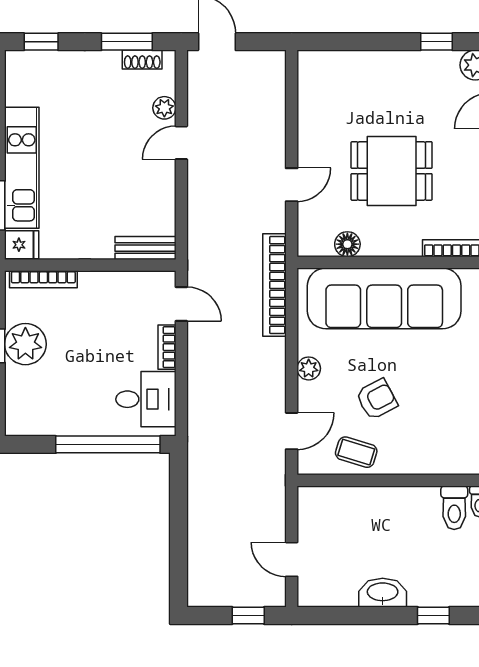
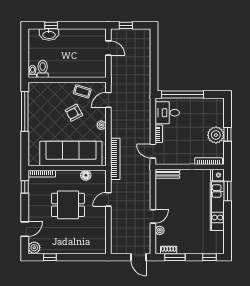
washbasin: (383, 593) -> (49, 35), moved

